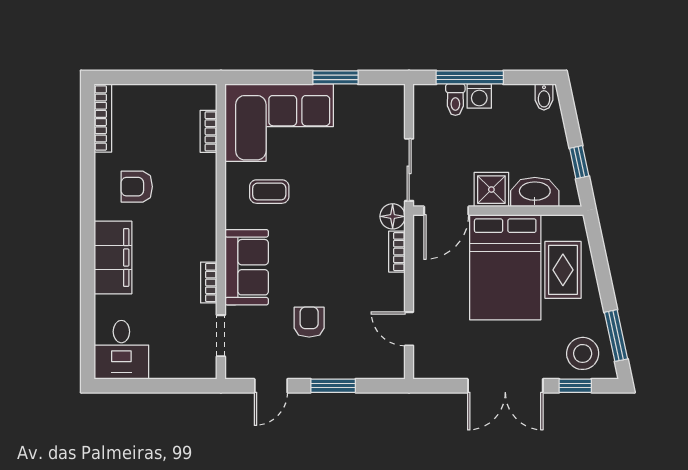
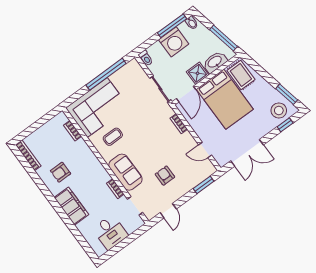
window: (335, 77) -> (106, 74), width x2.11
window: (470, 77) -> (172, 26), moved
washing machine: (479, 96) -> (174, 42), width x1.89, depth x1.89
toilet: (455, 100) -> (146, 58), moved
window: (579, 162) -> (224, 38), width x2.17
floor lamp: (393, 216) -> (167, 111), removed
rug: (563, 270) -> (241, 75), moved
desk: (121, 350) -> (110, 232), moved
window: (333, 386) -> (204, 185), moved
double door: (505, 386) -> (247, 153), moved

